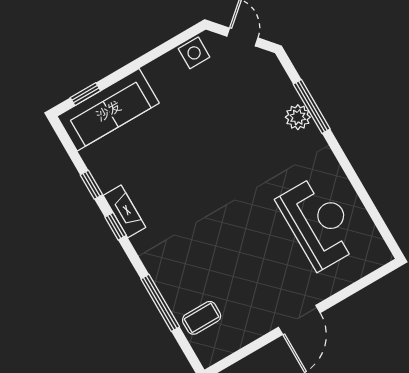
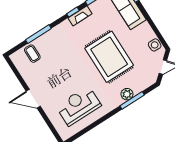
rug: (216, 152) -> (109, 57), added
reception desk: (319, 223) -> (79, 106), turned 180

